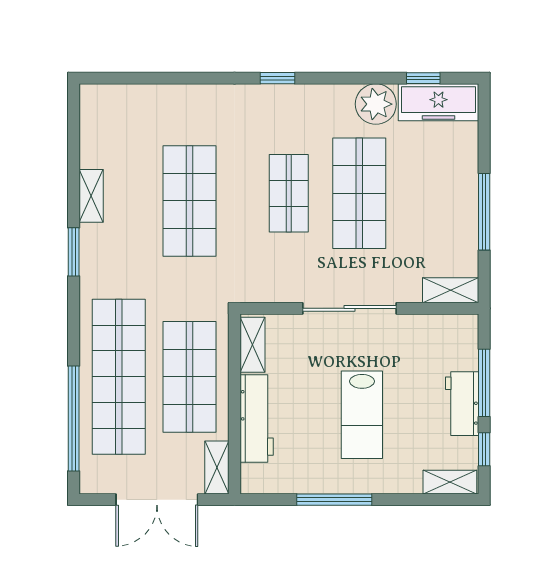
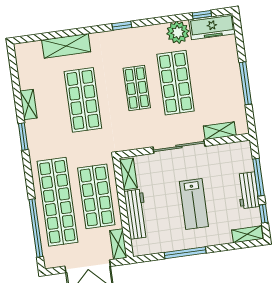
shelving: (173, 101) -> (66, 46), added
shelving: (451, 290) -> (220, 131), moved

